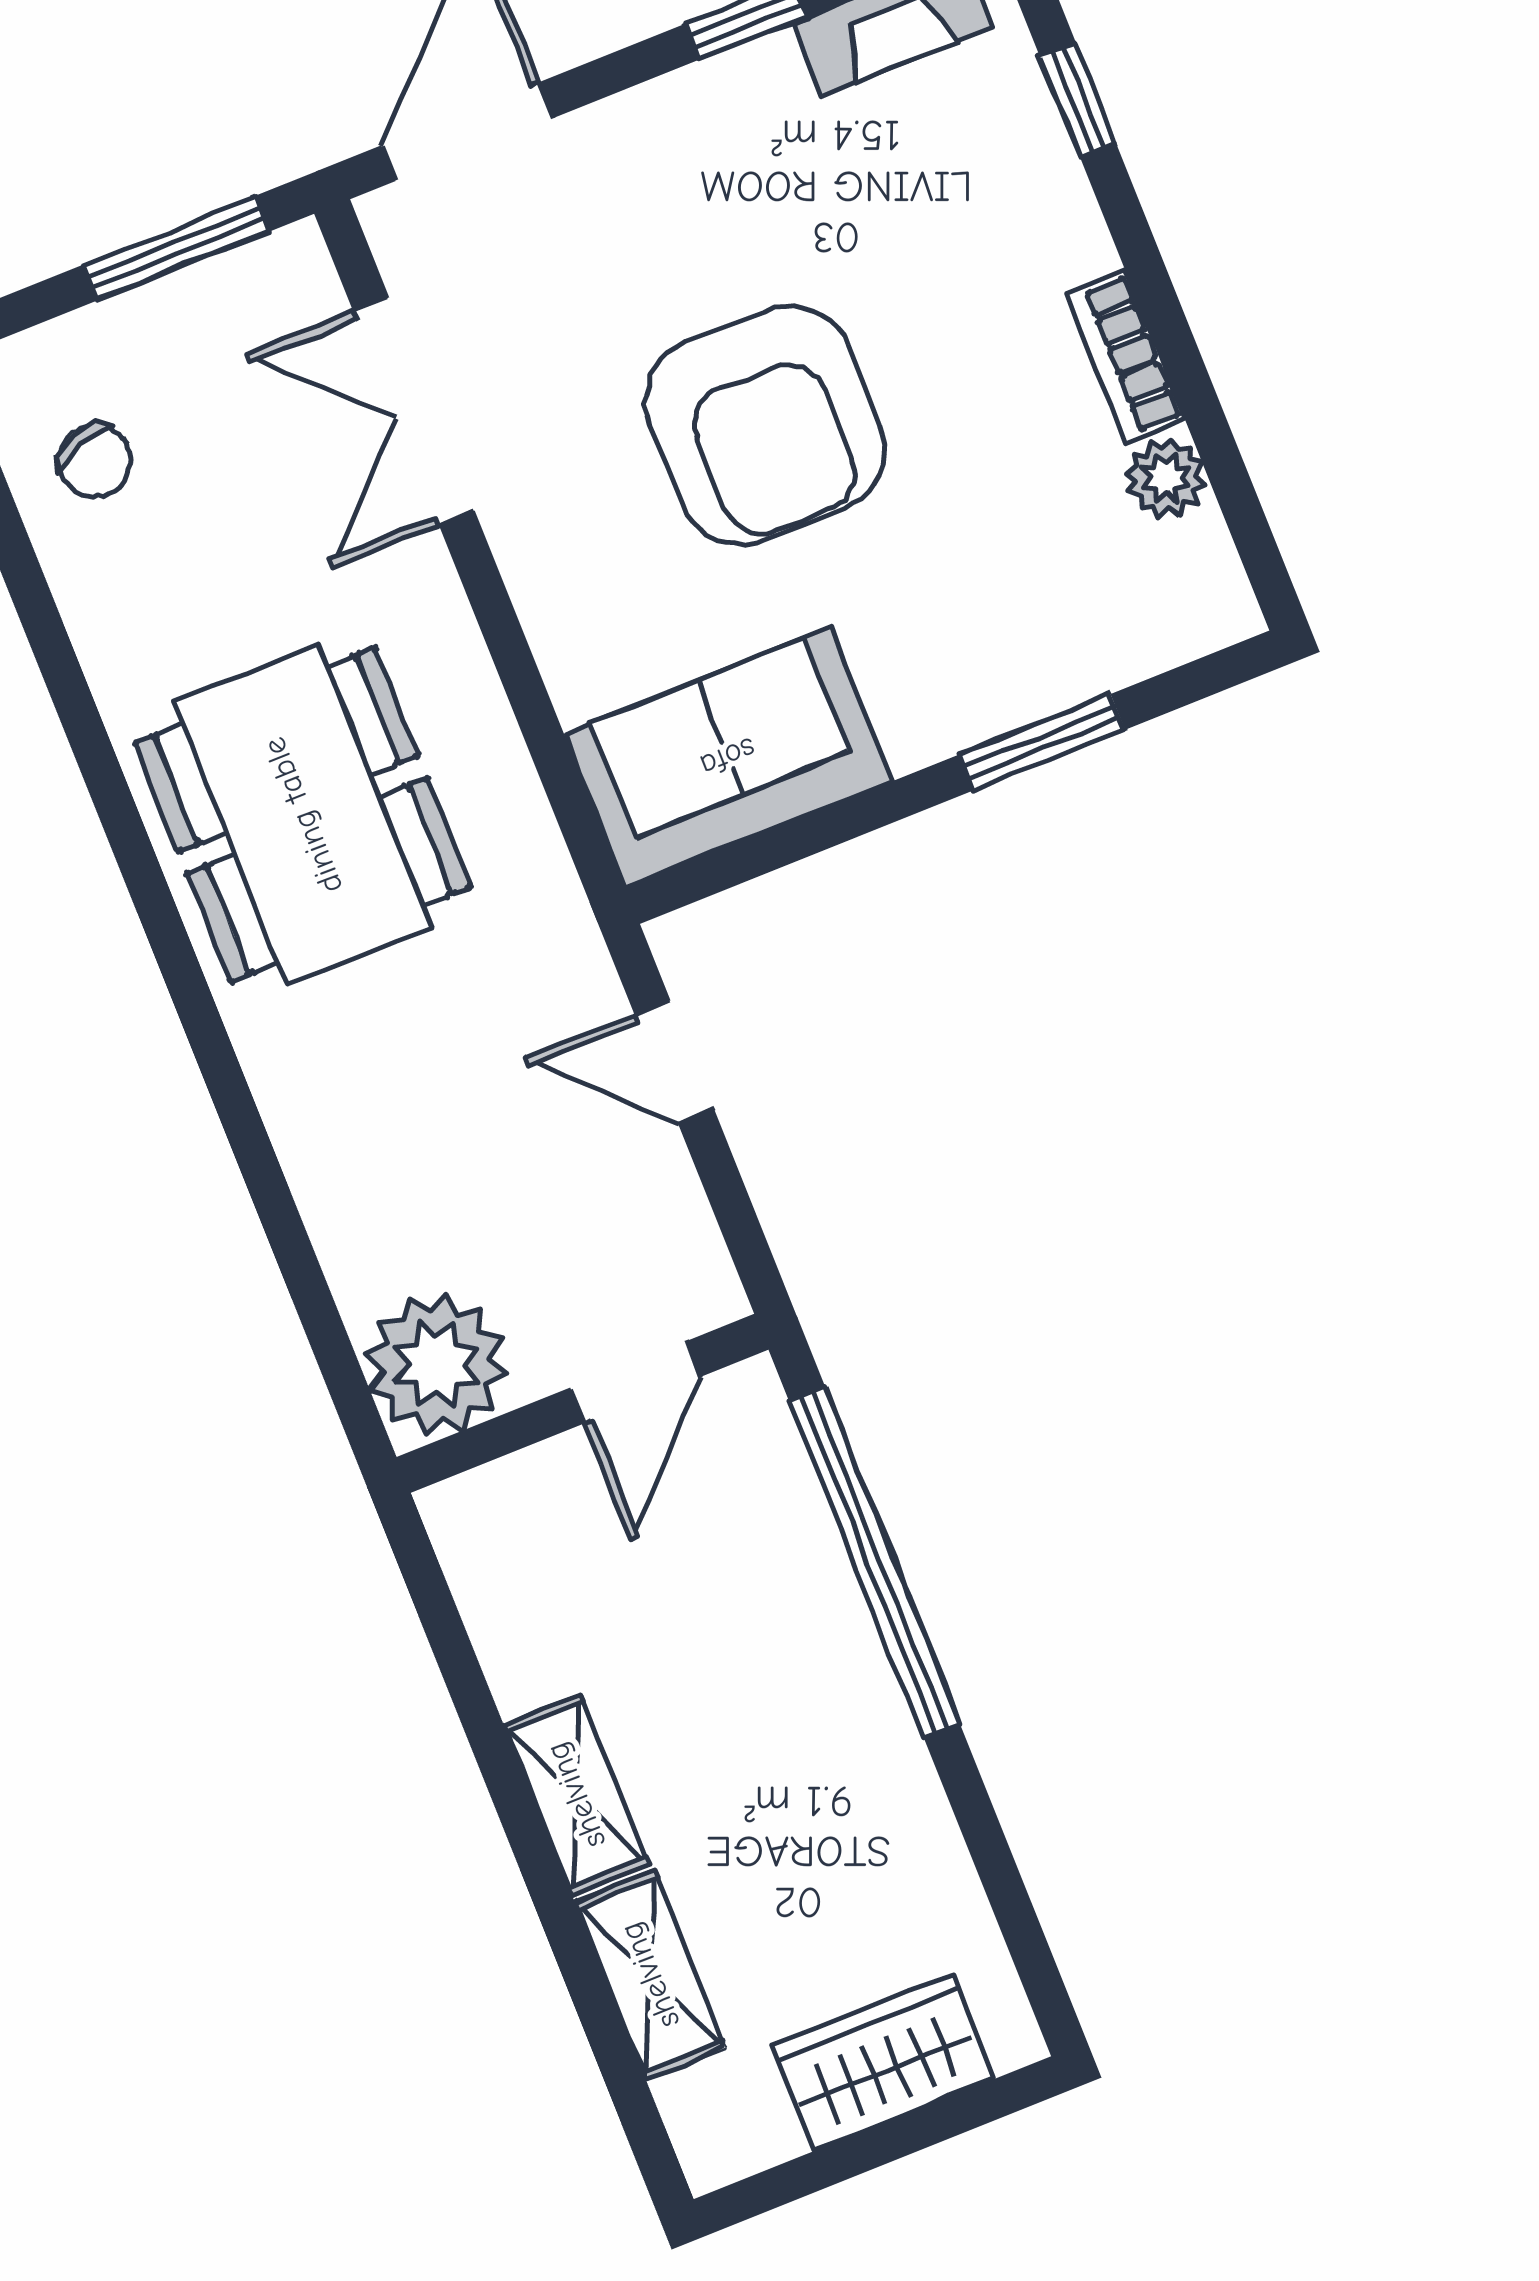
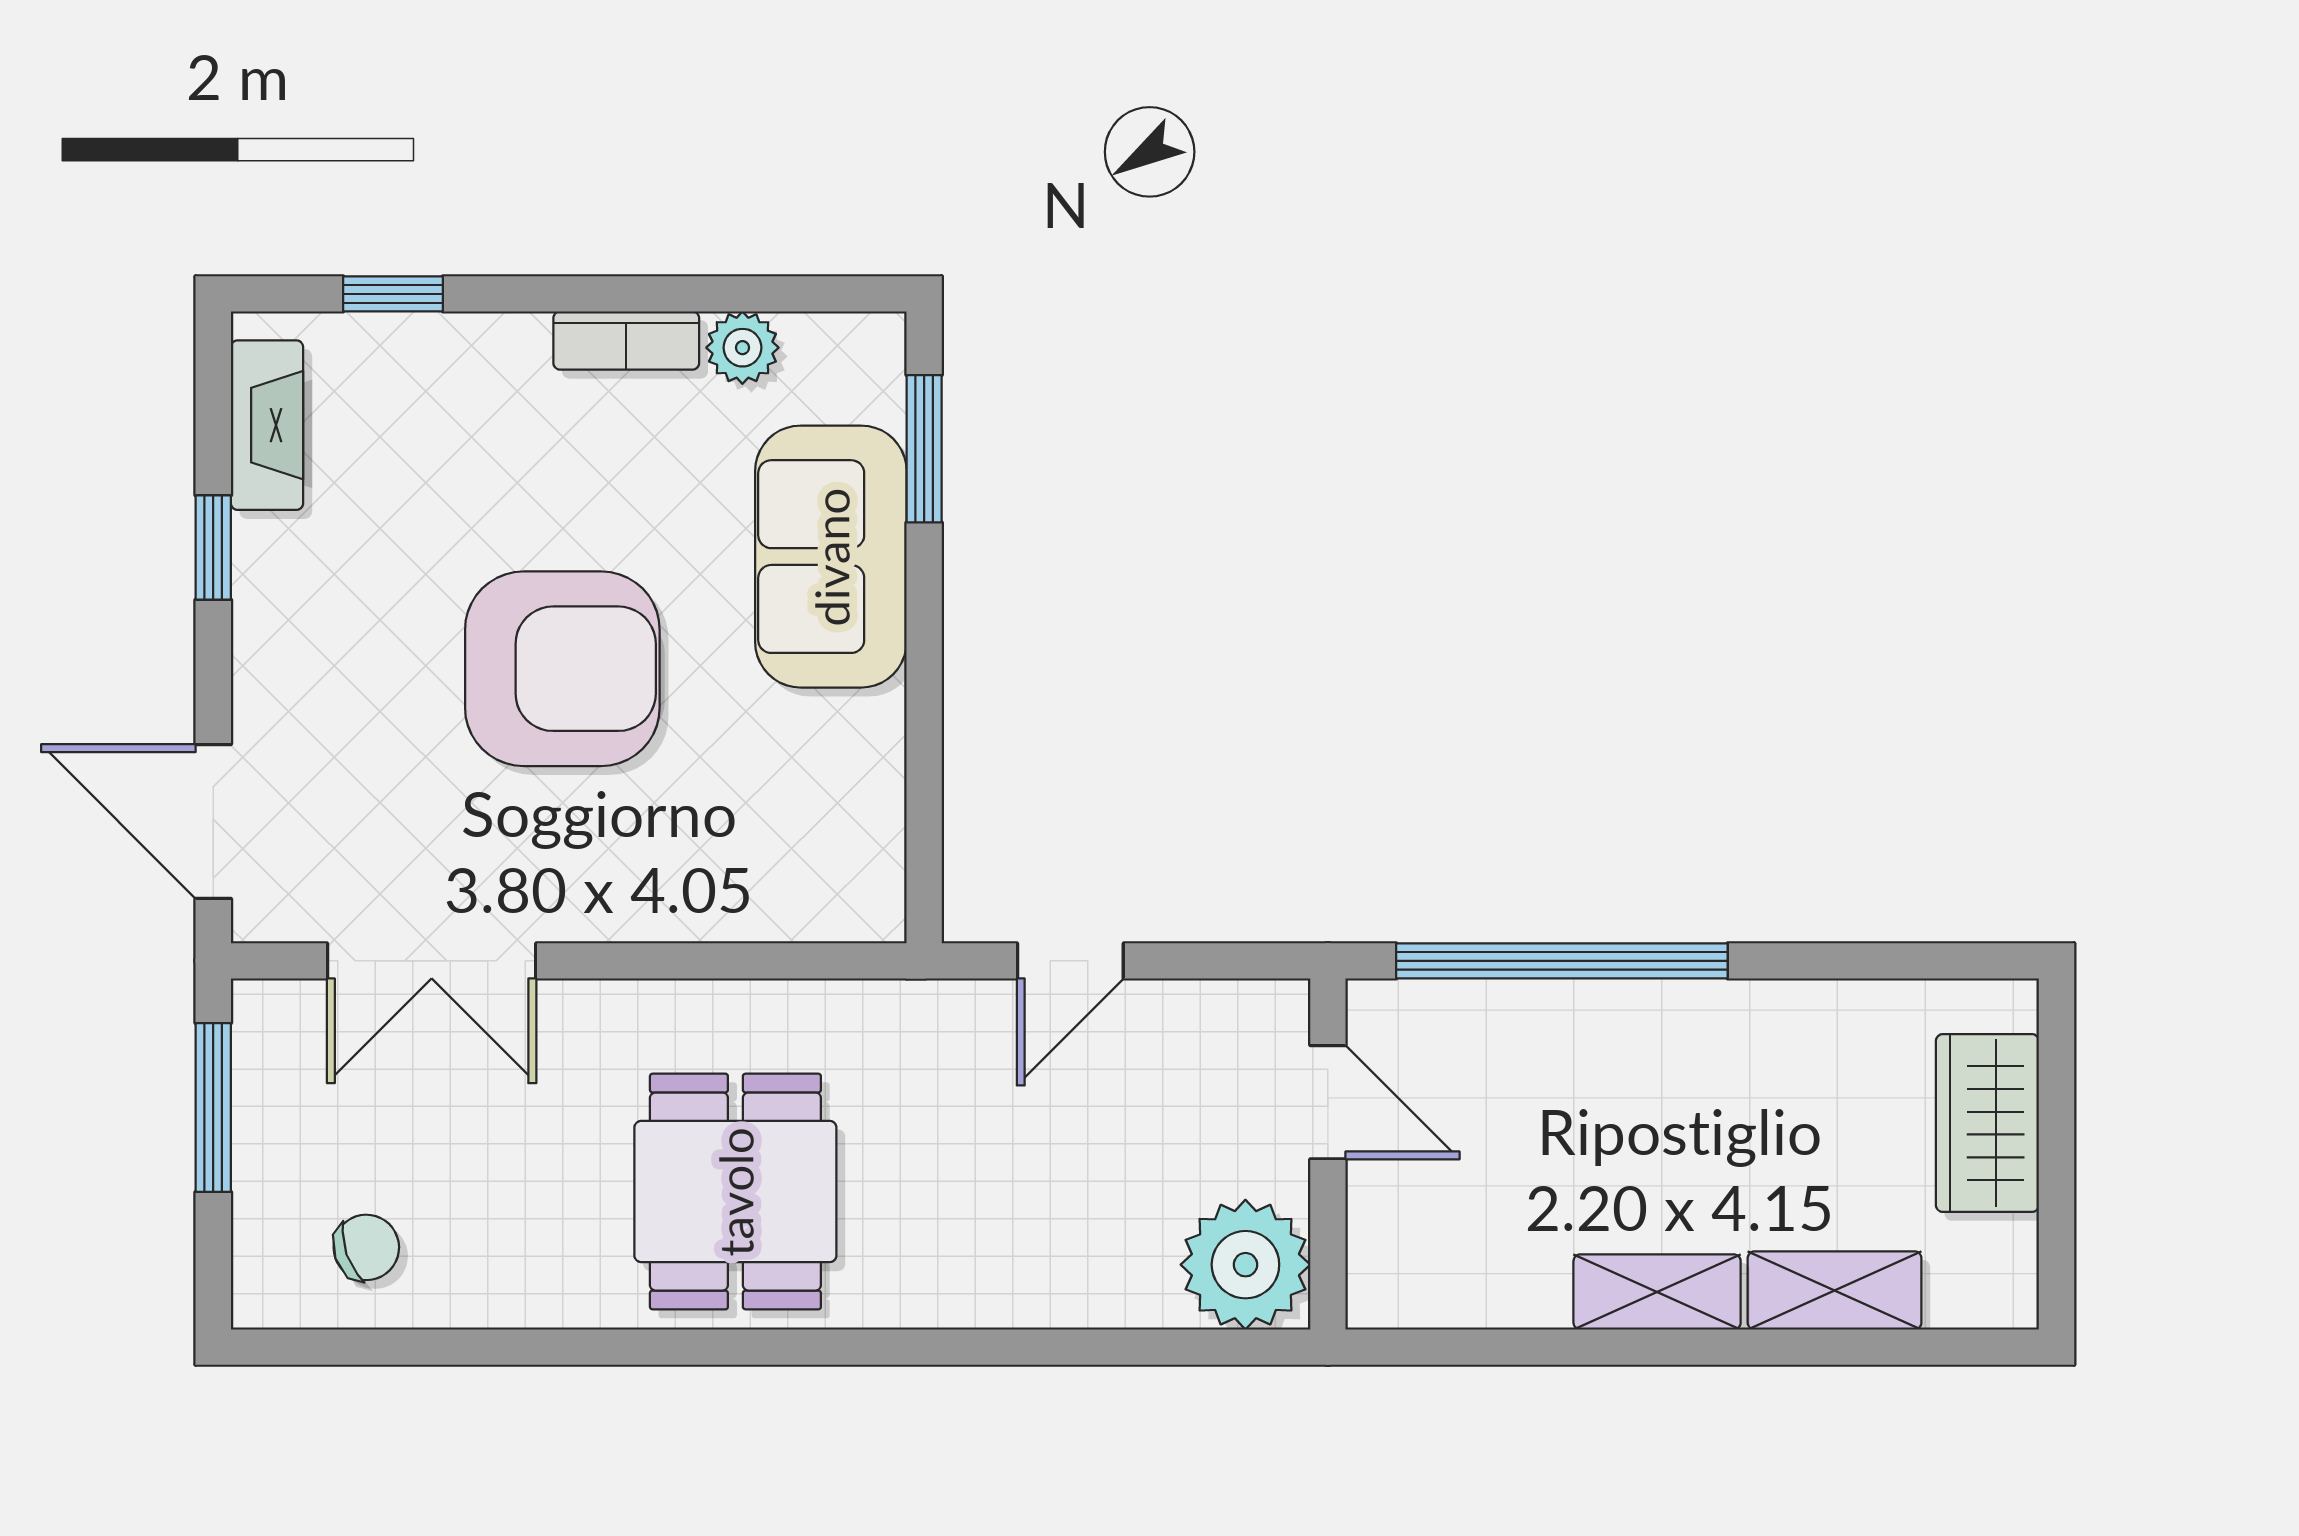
window: (1043, 742) -> (924, 449), moved
sofa: (728, 757) -> (831, 557), moved
dining table: (303, 815) -> (735, 1192), width x0.73

